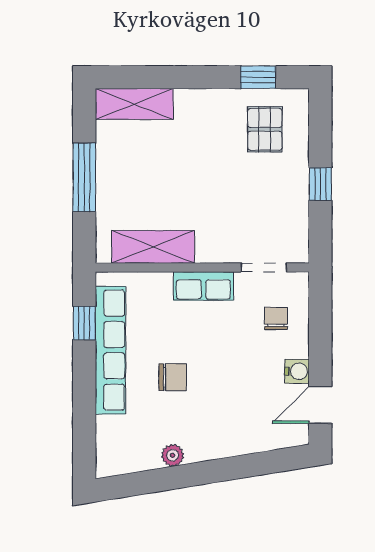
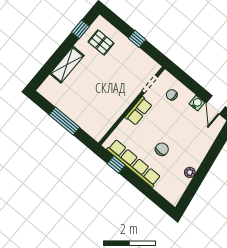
shelving: (134, 104) -> (67, 65), moved
shelving: (153, 247) -> (110, 117), removed

